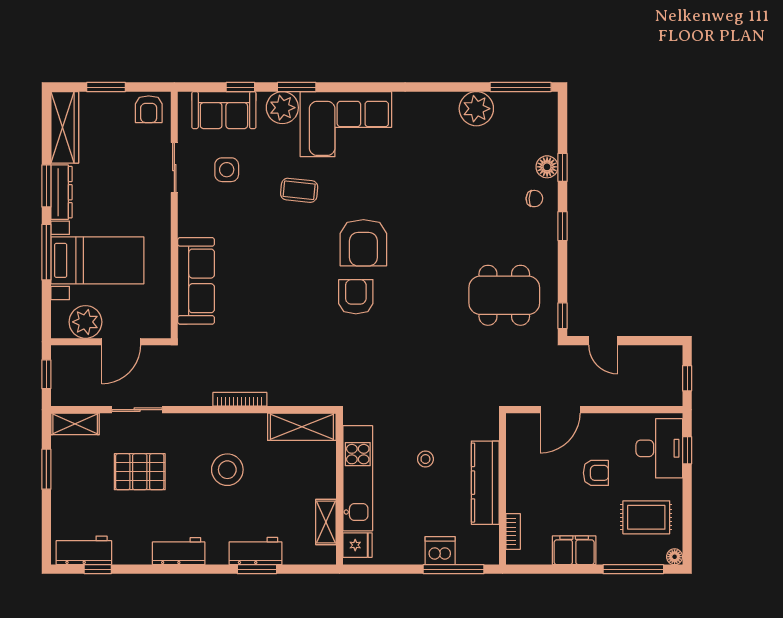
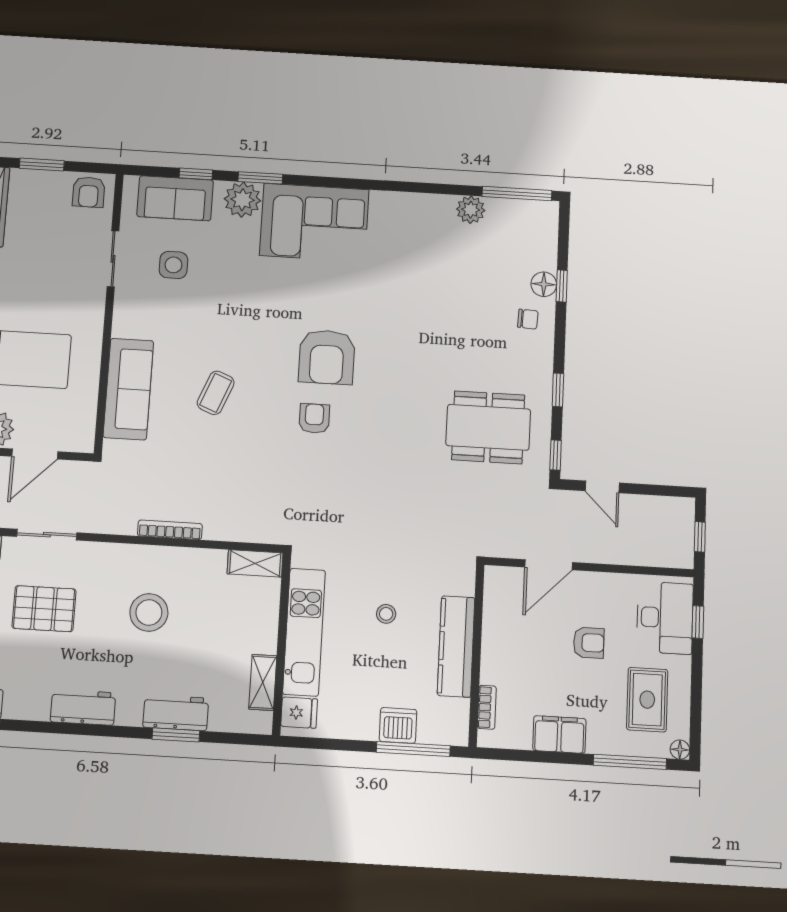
plant: (476, 109) -> (471, 210), width x0.73, depth x0.73
coffee table: (299, 190) -> (216, 393), moved, turned -74
window: (563, 226) -> (558, 390), moved
armchair: (356, 297) -> (314, 418), width x0.72, depth x0.72
shelving: (302, 427) -> (255, 563), width x0.67, depth x0.75
rug: (646, 517) -> (647, 700), turned 90

